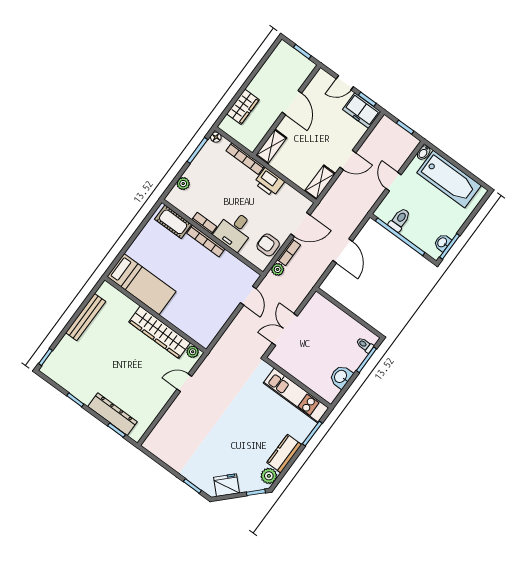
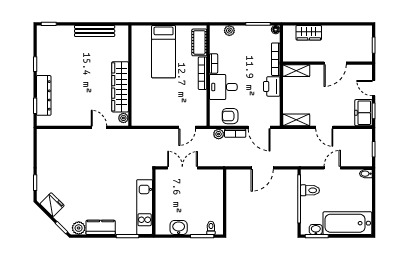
bathtub: (449, 179) -> (347, 223), moved, turned 90
armchair: (268, 245) -> (230, 116), turned -90
bed: (141, 284) -> (164, 52), moved

